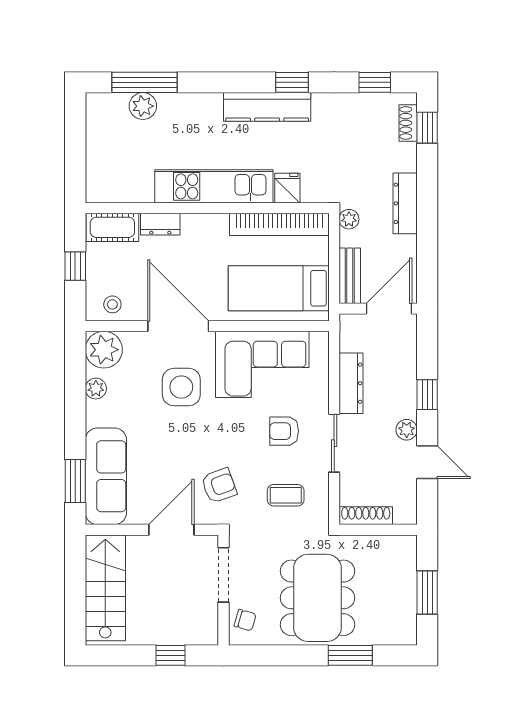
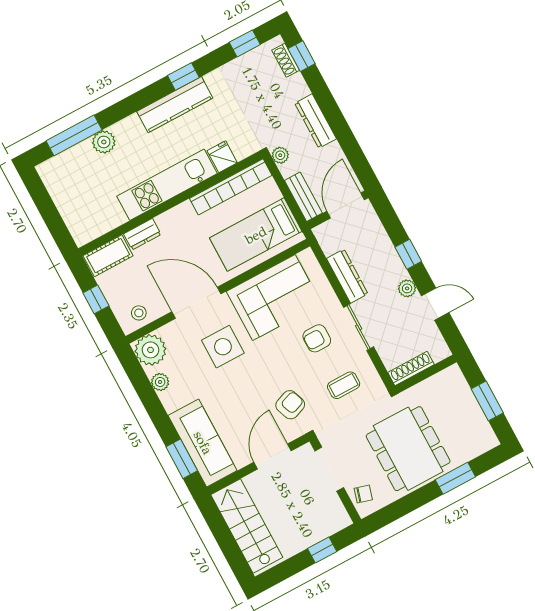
plant: (143, 106) -> (104, 142), moved

